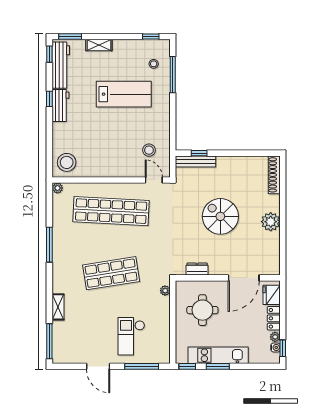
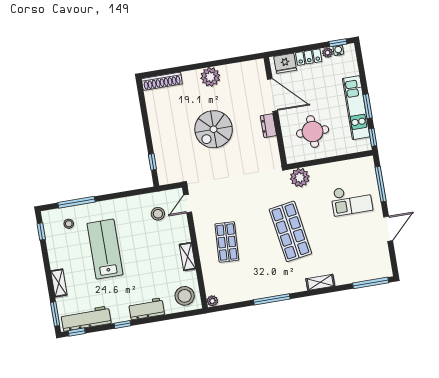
workbench: (60, 106) -> (147, 309), moved
bench: (195, 161) -> (162, 164), removed
shelving: (104, 171) -> (187, 257), added
shop shelf: (111, 211) -> (227, 242), width x0.50, depth x0.74
dresser: (197, 269) -> (268, 126), moved
plant: (165, 291) -> (300, 178), width x1.88, depth x1.88
shelving: (58, 307) -> (320, 282), moved

